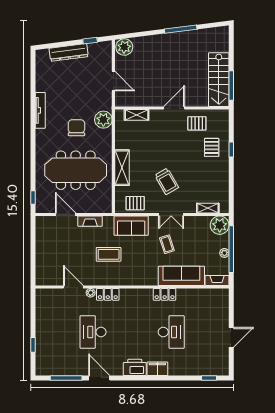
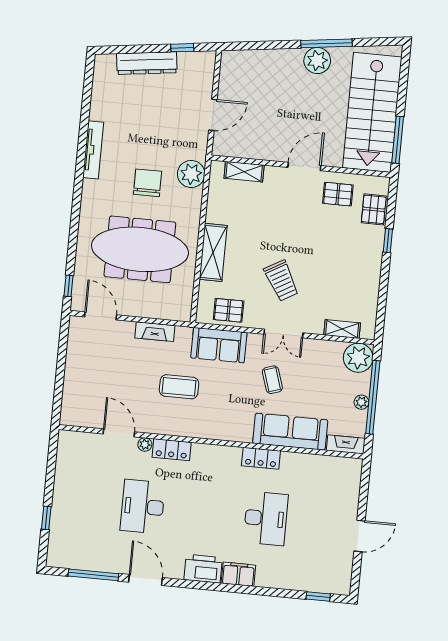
plant: (124, 47) -> (317, 61), moved
stairs: (219, 80) -> (372, 112), width x1.36, depth x1.51
door: (113, 81) -> (213, 115), hinge flipped
pallet: (212, 147) -> (374, 209), moved
door: (66, 214) -> (101, 316), moved

